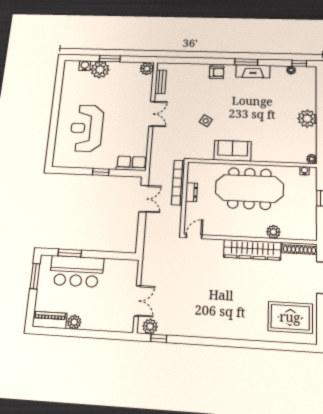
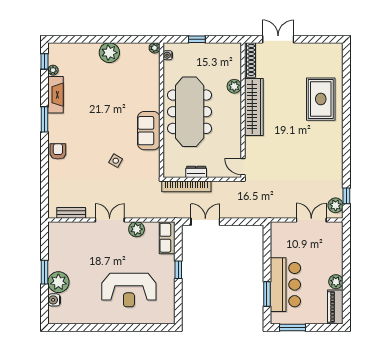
plant: (147, 69) -> (137, 229), moved
fireplace: (253, 71) -> (55, 95), moved
rug: (290, 317) -> (321, 99), moved

